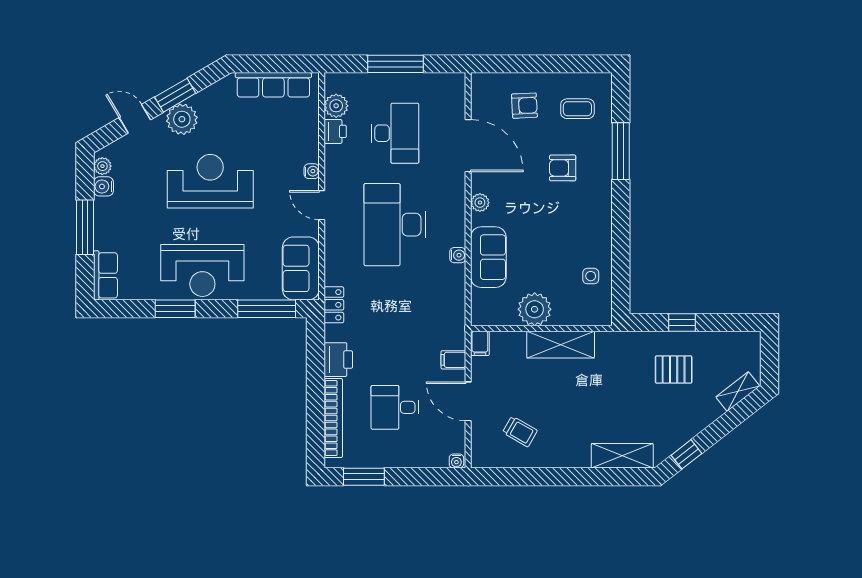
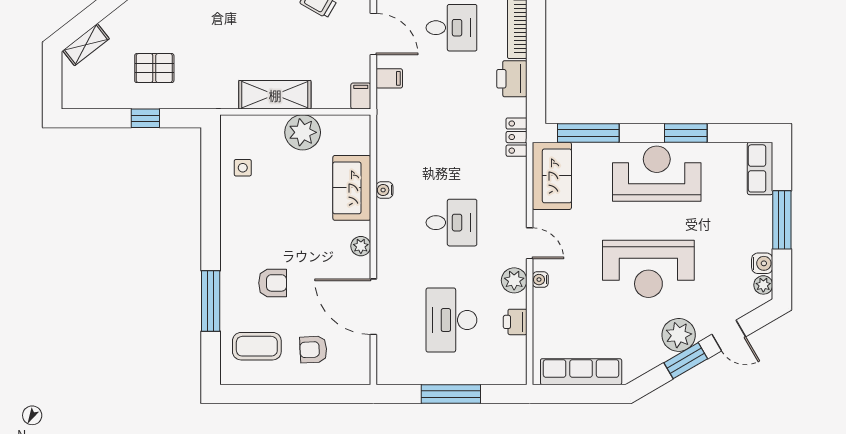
plant: (336, 106) -> (514, 280), moved
coffee table: (577, 109) -> (257, 346), width x1.36, depth x1.30
desk: (395, 225) -> (451, 223), width x0.53, depth x0.77

